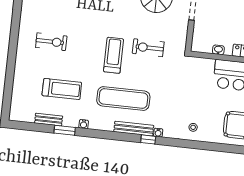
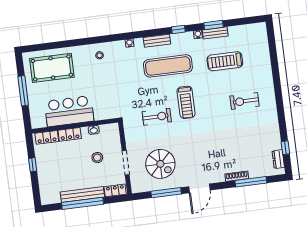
stool: (222, 20) -> (97, 158), added
bench: (49, 120) -> (215, 33), moved
bench: (134, 129) -> (157, 41), width x0.73
window: (148, 139) -> (178, 29), moved

